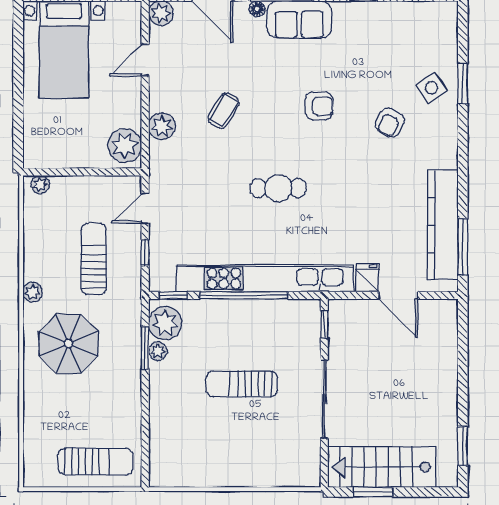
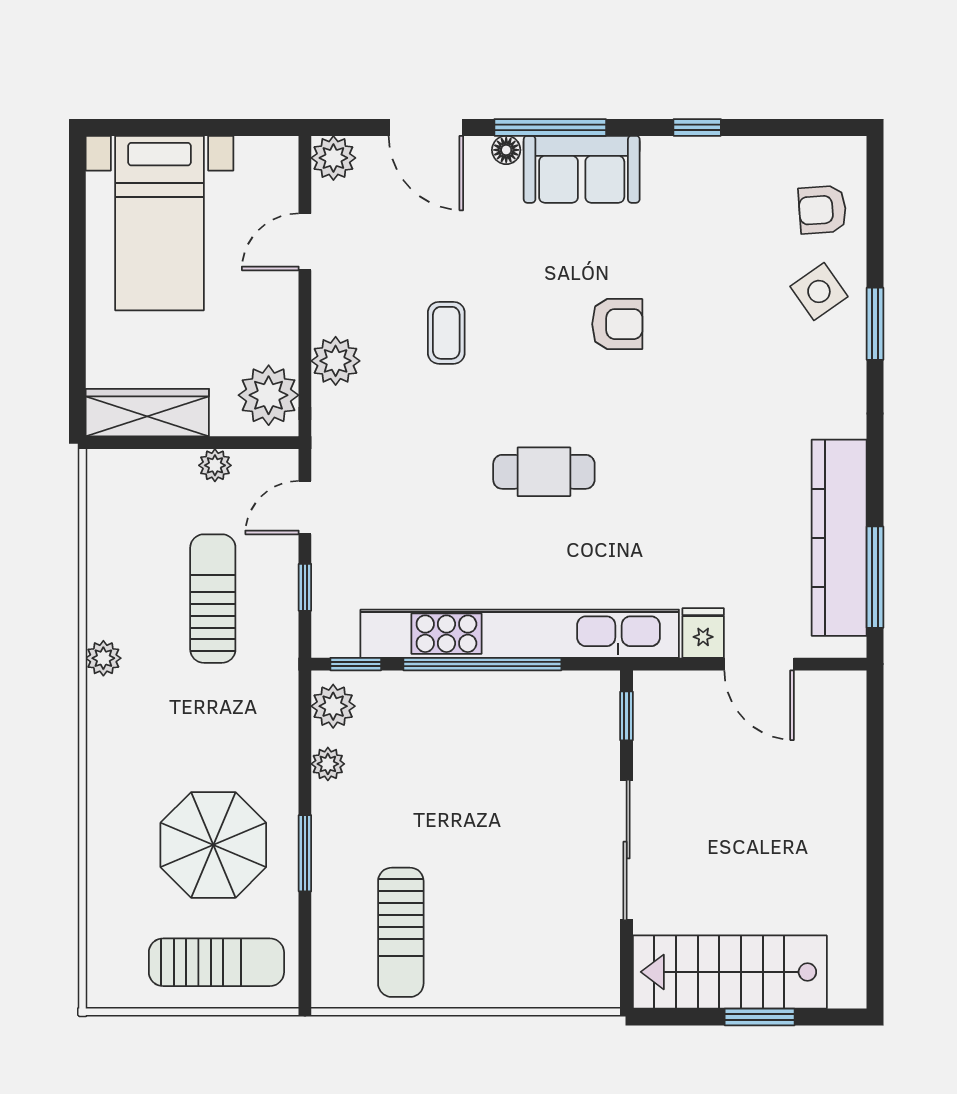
window: (463, 84) -> (875, 324), moved
coffee table: (224, 111) -> (446, 333), turned -32
armchair: (390, 122) -> (822, 210), moved, turned 60
wardrobe: (57, 155) -> (147, 413), added
plant: (40, 185) -> (215, 465), moved
plant: (165, 323) -> (333, 706), width x0.73, depth x0.73
parasol: (69, 344) -> (213, 845), moved
window: (145, 348) -> (305, 853), moved
sun lounger: (242, 384) -> (401, 932), moved, turned -90
window: (463, 446) -> (875, 934), removed
window: (373, 492) -> (760, 1017), moved

